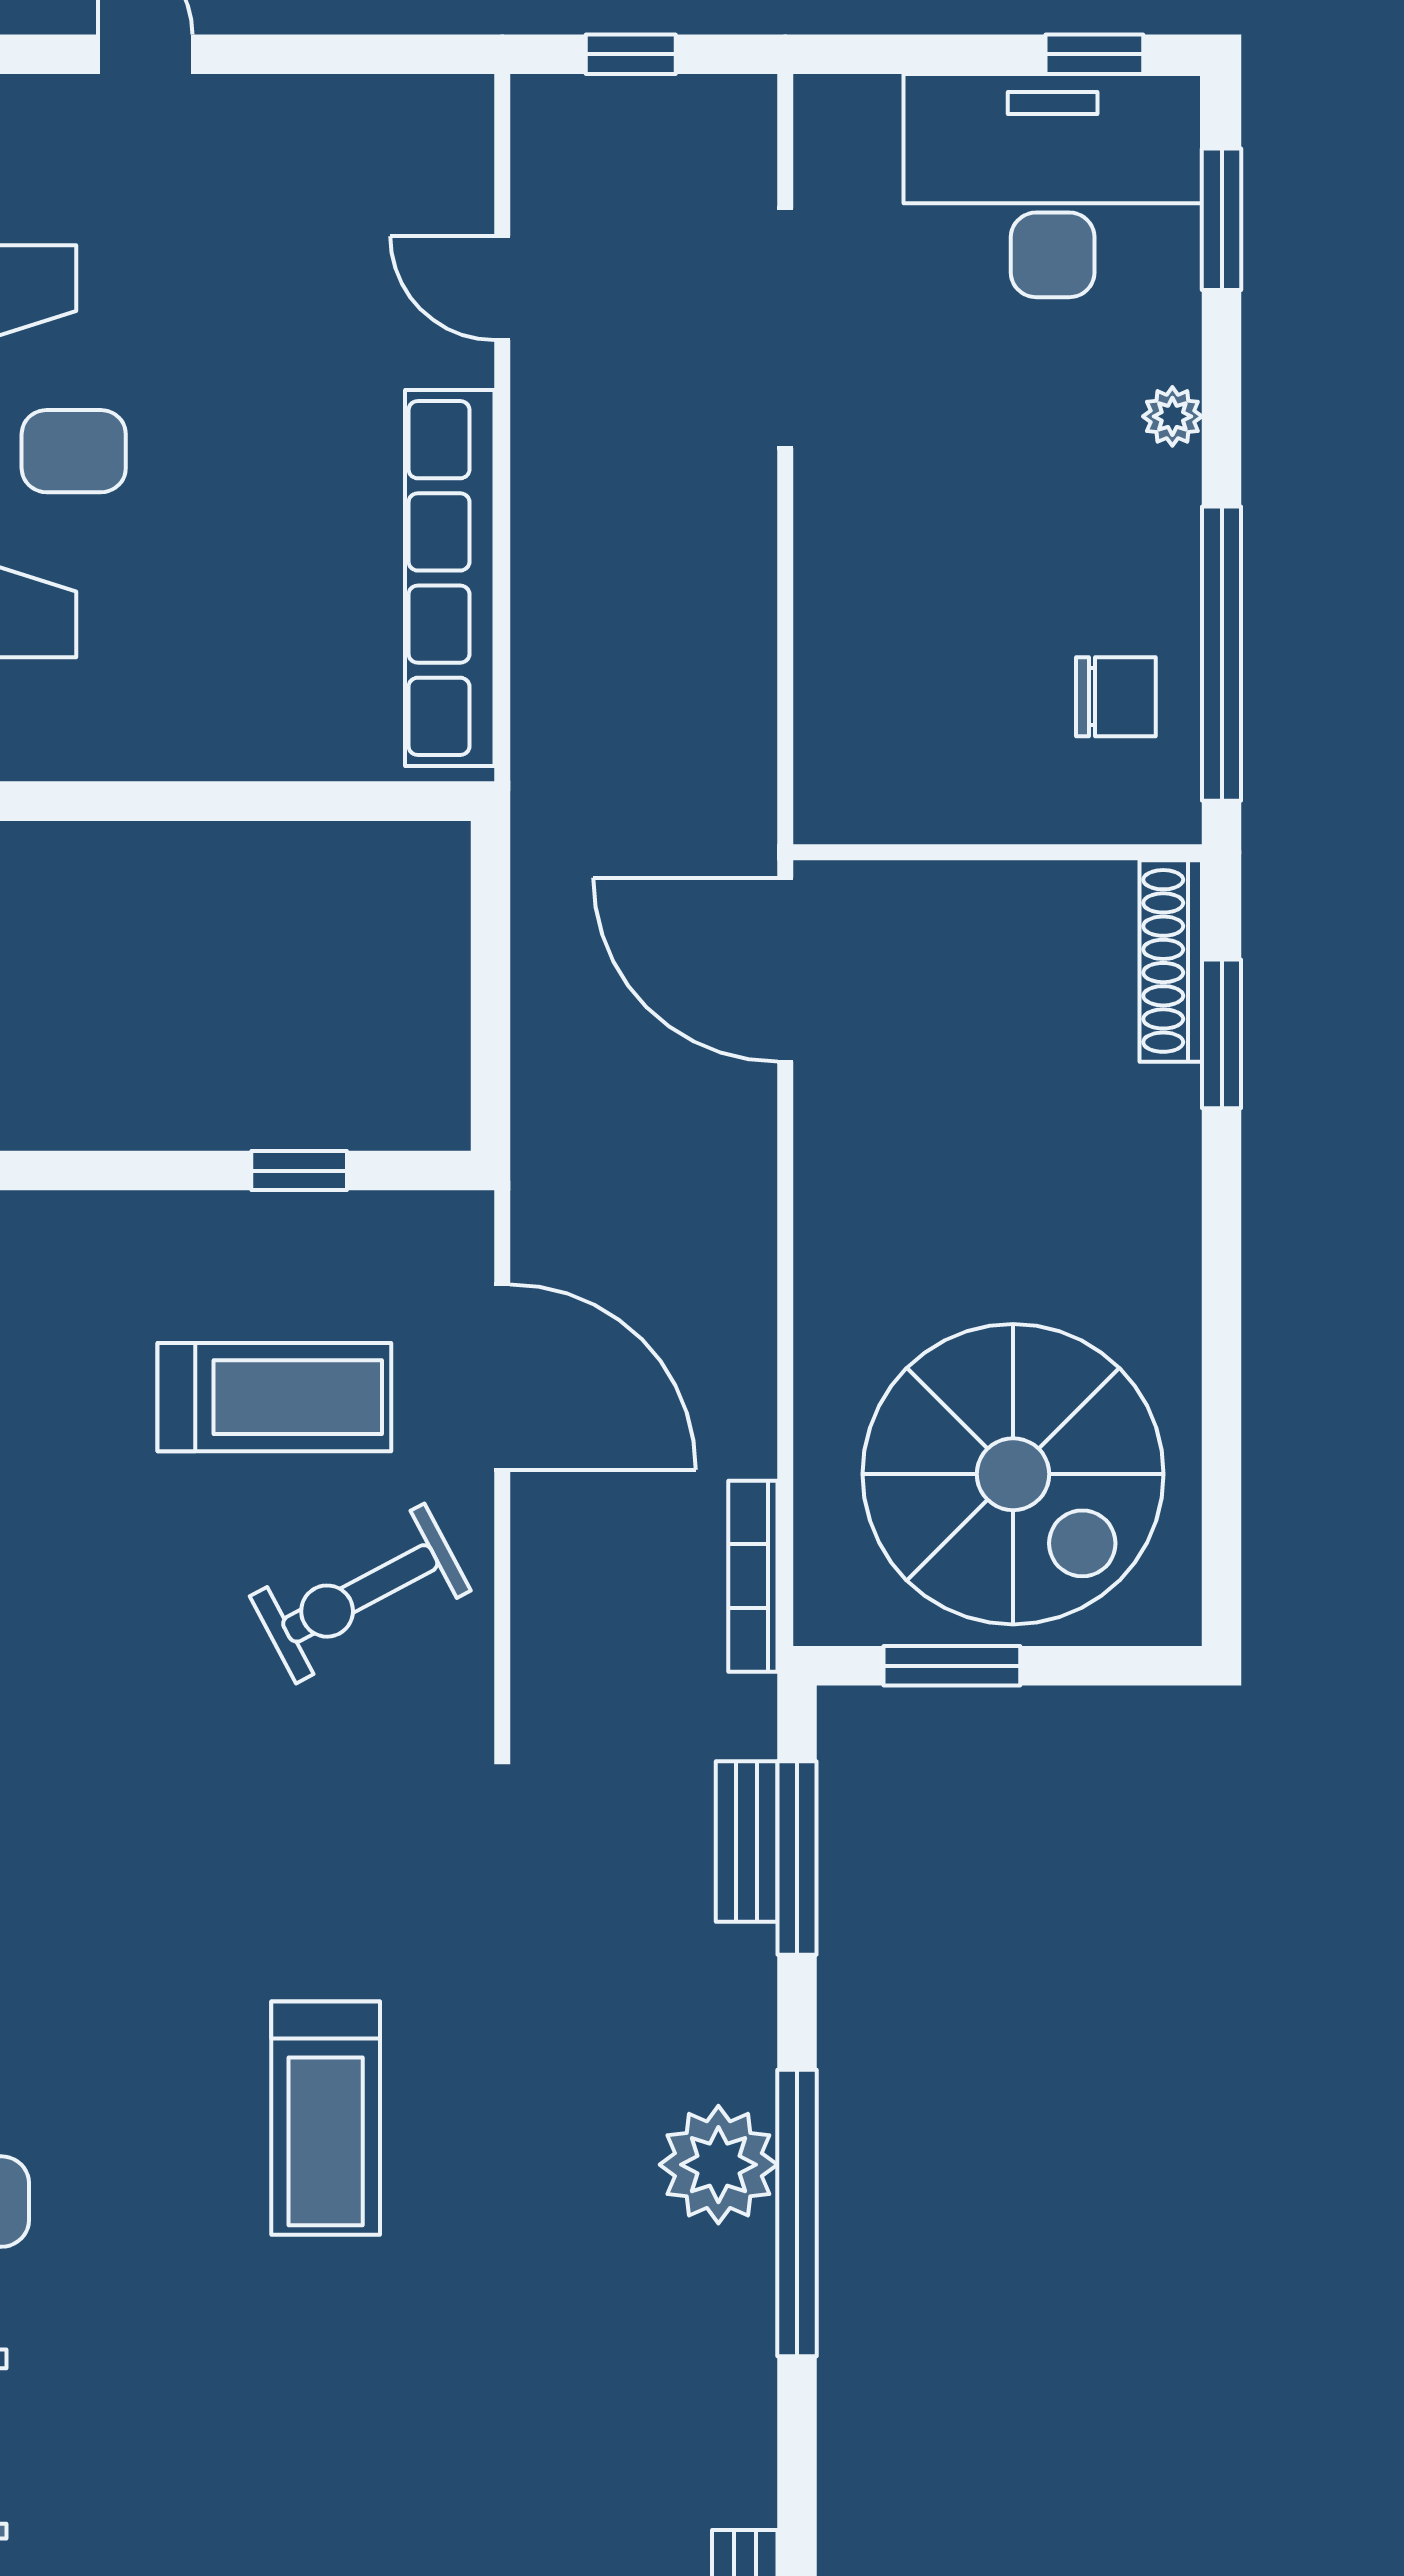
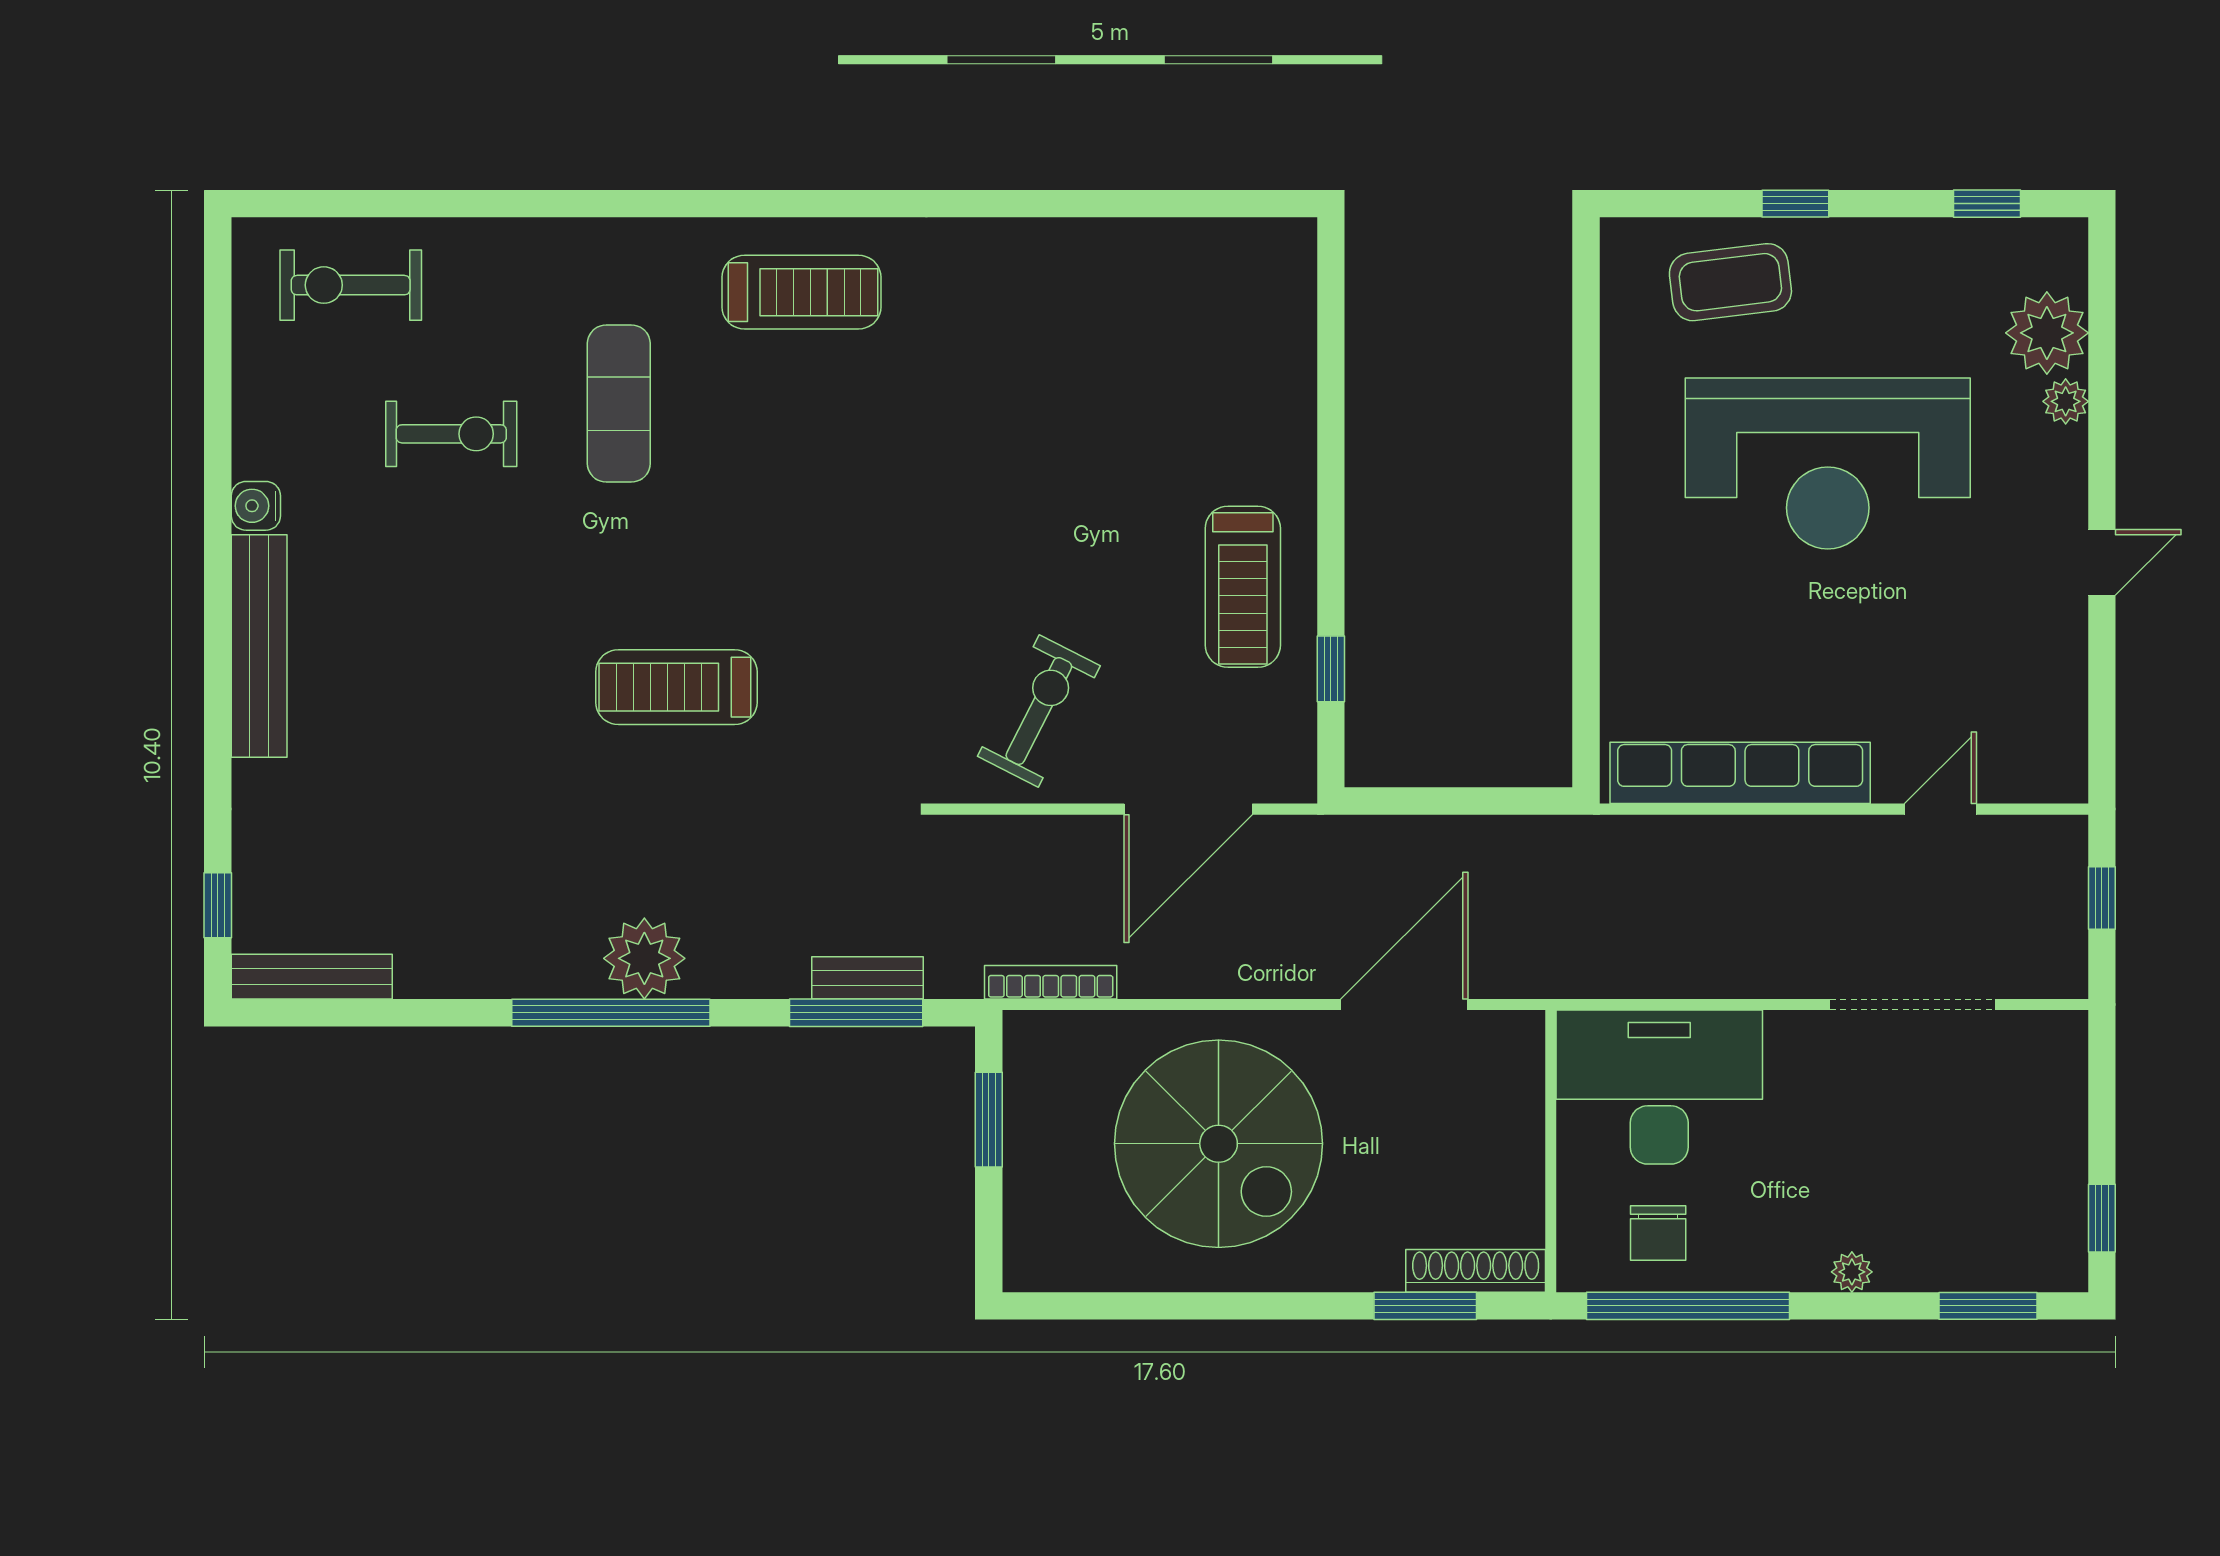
desk: (1053, 186) -> (1659, 1087), moved, turned -90
door: (785, 970) -> (1404, 1005), moved
treadmill: (274, 1397) -> (1243, 587), moved
spiral stairs: (1013, 1474) -> (1219, 1144), moved, turned -90
exercise bike: (360, 1593) -> (1039, 711), turned 55

